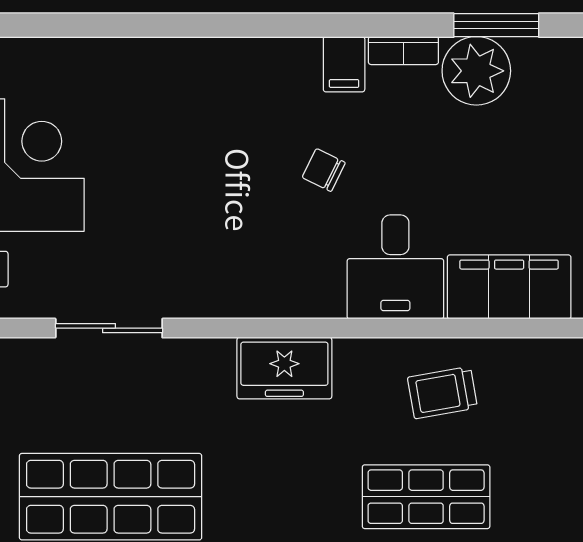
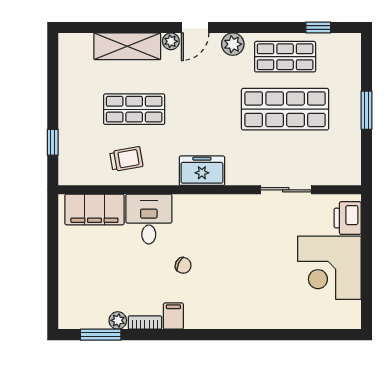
plant: (476, 71) -> (118, 320), width x0.53, depth x0.53

